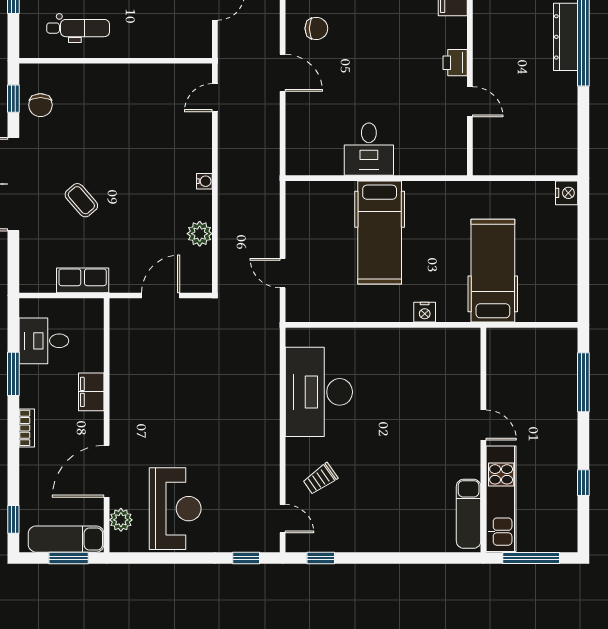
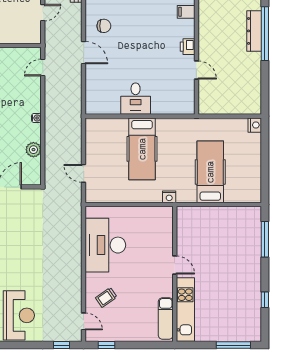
door: (483, 425) -> (175, 265), moved
wall: (483, 440) -> (175, 274), moved
kitchen unit: (501, 499) -> (185, 309), moved
exam couch: (469, 514) -> (166, 318), moved

